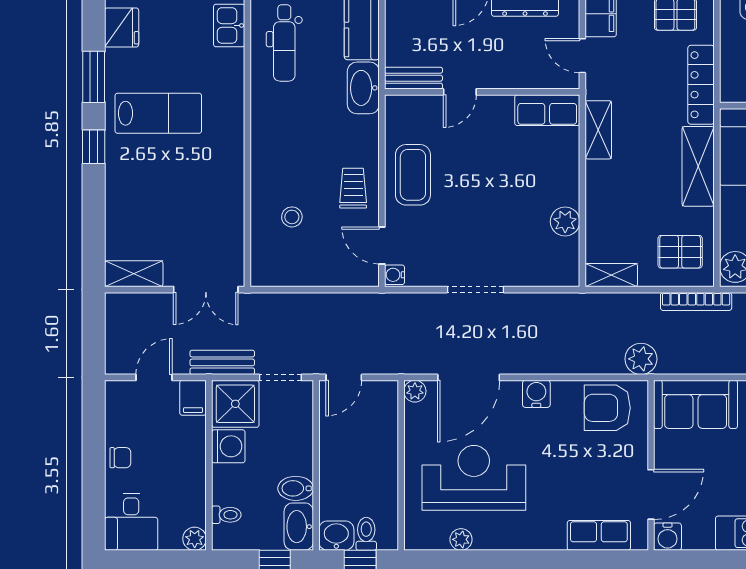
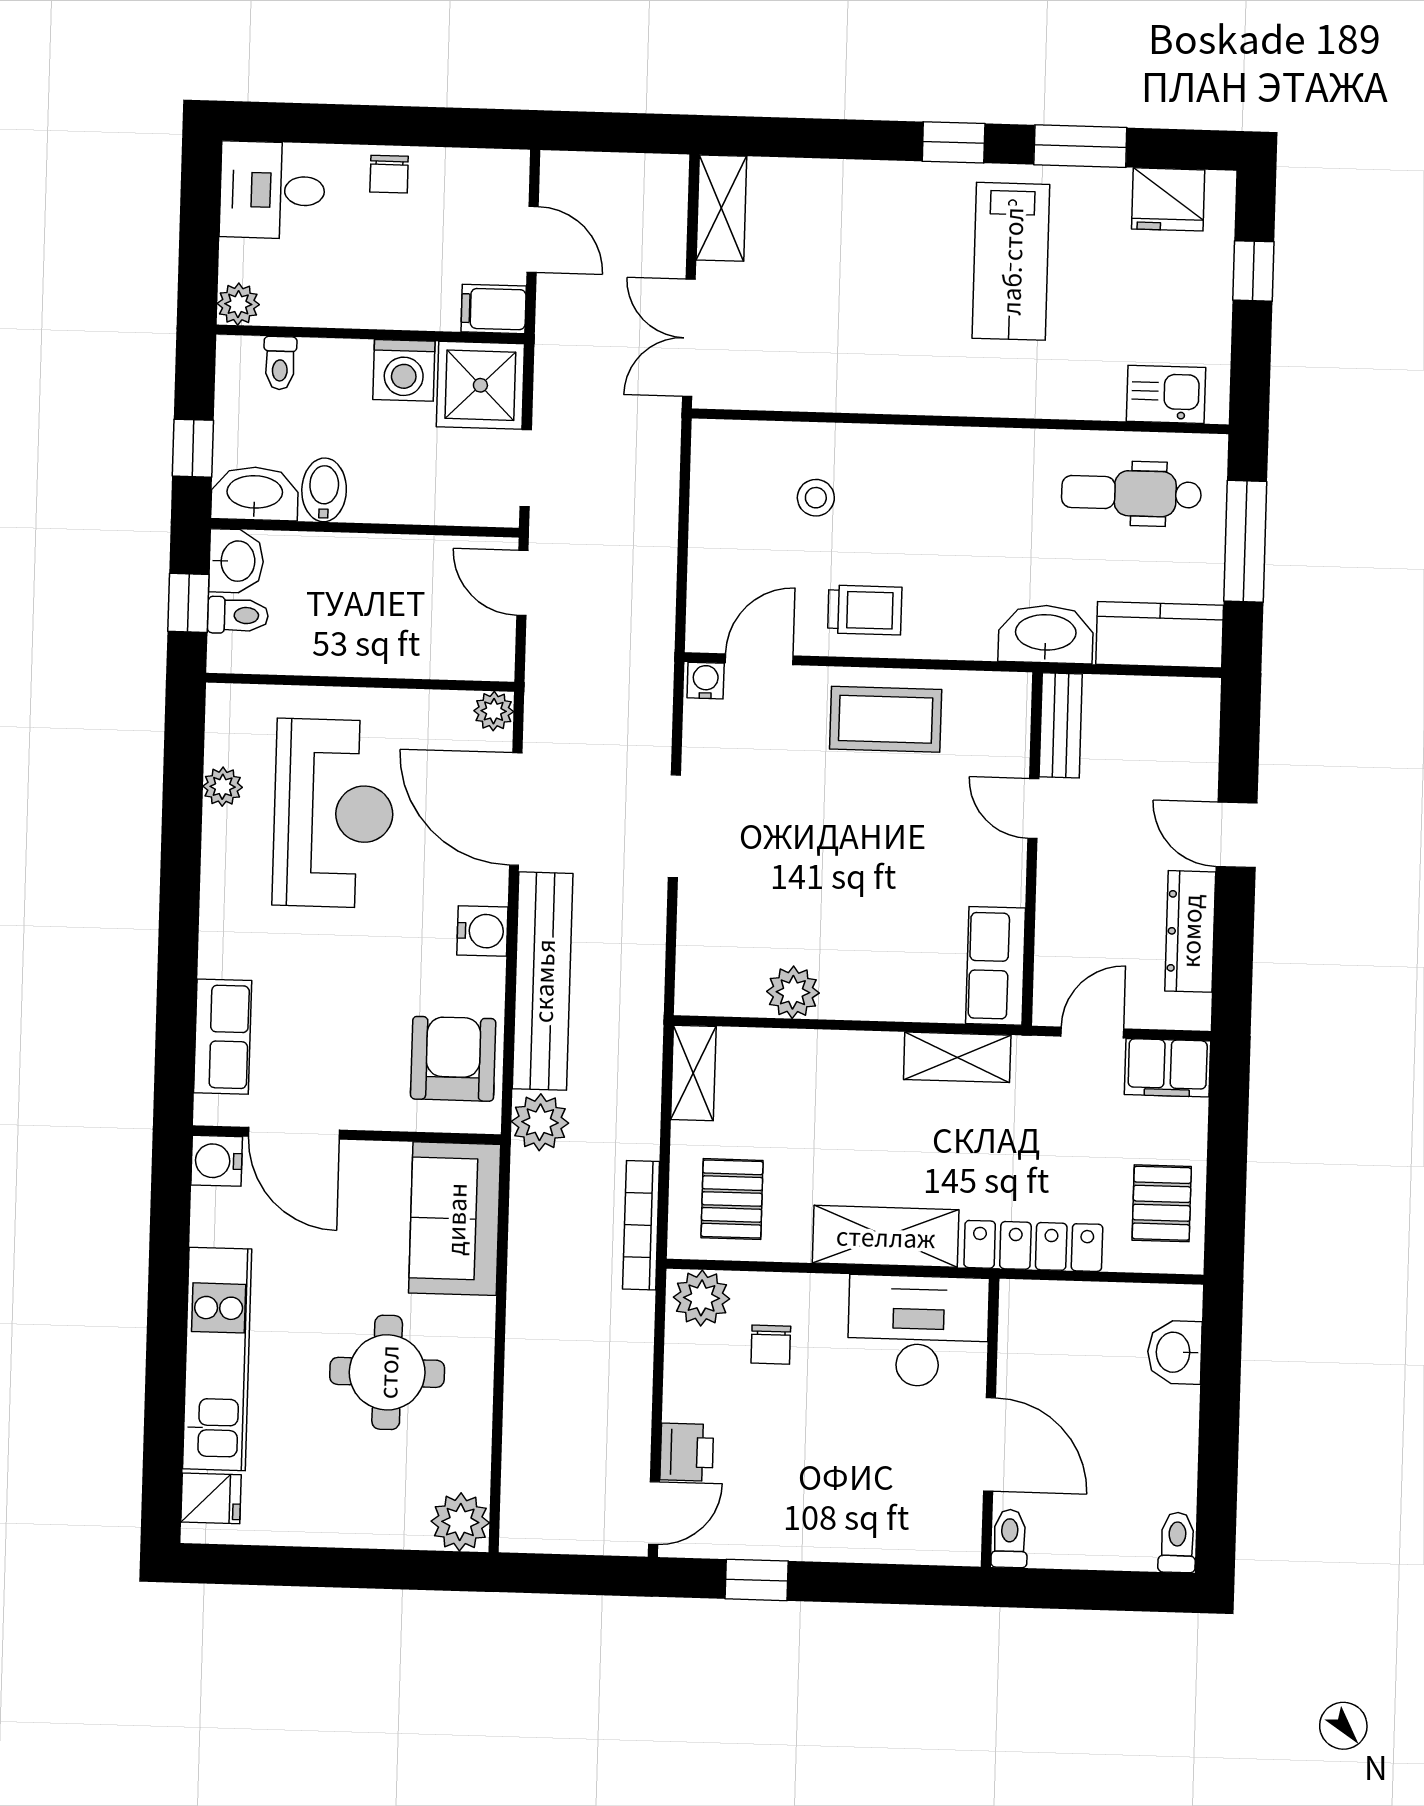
bench: (222, 362) -> (543, 981), moved, width x1.86, depth x1.21

